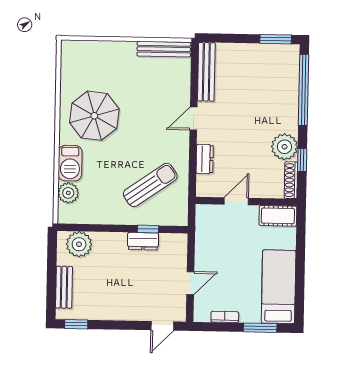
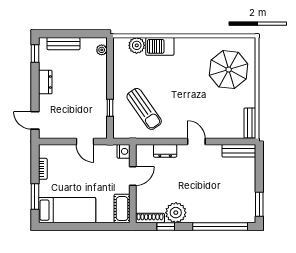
bench: (164, 49) -> (250, 123), width x0.73
bench: (206, 72) -> (239, 151), width x0.73
parasol: (94, 116) -> (229, 70), moved
door: (236, 201) -> (133, 176), hinge flipped
nightstand: (204, 213) -> (124, 151), added
dresser: (143, 241) -> (45, 82), moved, turned 180
plant: (79, 244) -> (102, 50), width x0.53, depth x0.53
door: (190, 283) -> (85, 142), moved

